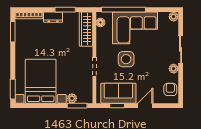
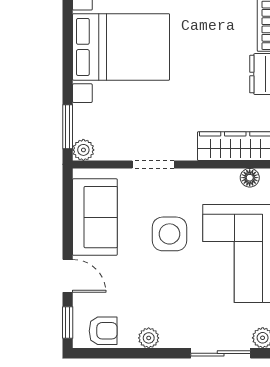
sliding door: (181, 49) -> (221, 353), moved
plant: (72, 98) -> (83, 150), moved
window: (117, 106) -> (68, 322), moved

